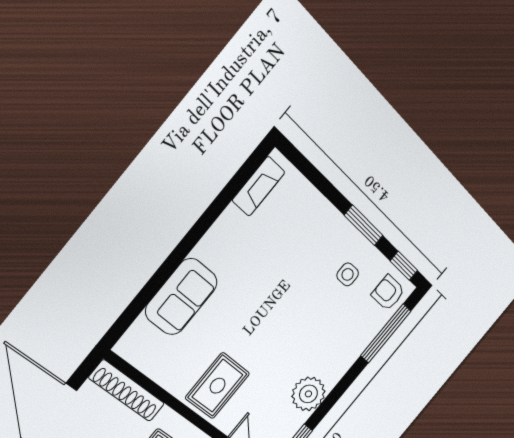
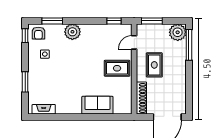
window: (364, 225) -> (25, 82), moved
window: (386, 333) -> (52, 21), width x0.69
plant: (308, 394) -> (72, 32), moved

